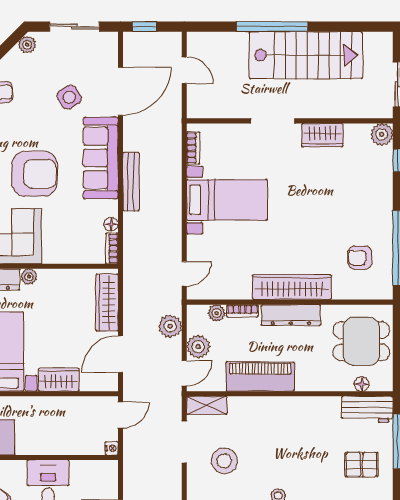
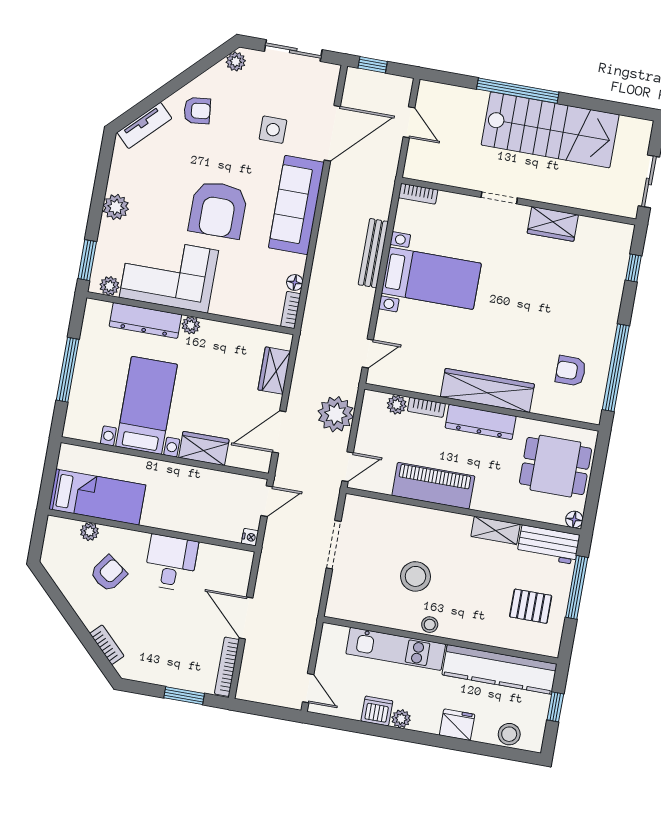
side table: (69, 97) -> (273, 130), turned 32
doorway: (273, 121) -> (499, 198), width x0.73
plant: (382, 134) -> (621, 235), removed
bookcase: (193, 148) -> (418, 194), moved, turned 90
armchair: (35, 174) -> (218, 210), turned 90
bench: (131, 182) -> (373, 253), moved
wardrobe: (107, 302) -> (274, 371), width x0.67
plant: (170, 326) -> (336, 414), width x1.36, depth x1.36
plant: (198, 347) -> (369, 439), removed
floor lamp: (362, 384) -> (574, 520), moved
shelving: (207, 405) -> (496, 530), moved
stool: (224, 461) -> (416, 576), moved

